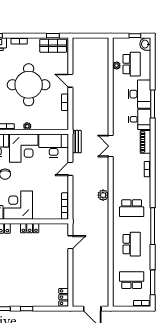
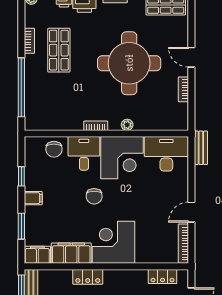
door: (70, 169) -> (191, 212), moved
locker: (30, 228) -> (163, 276), moved

